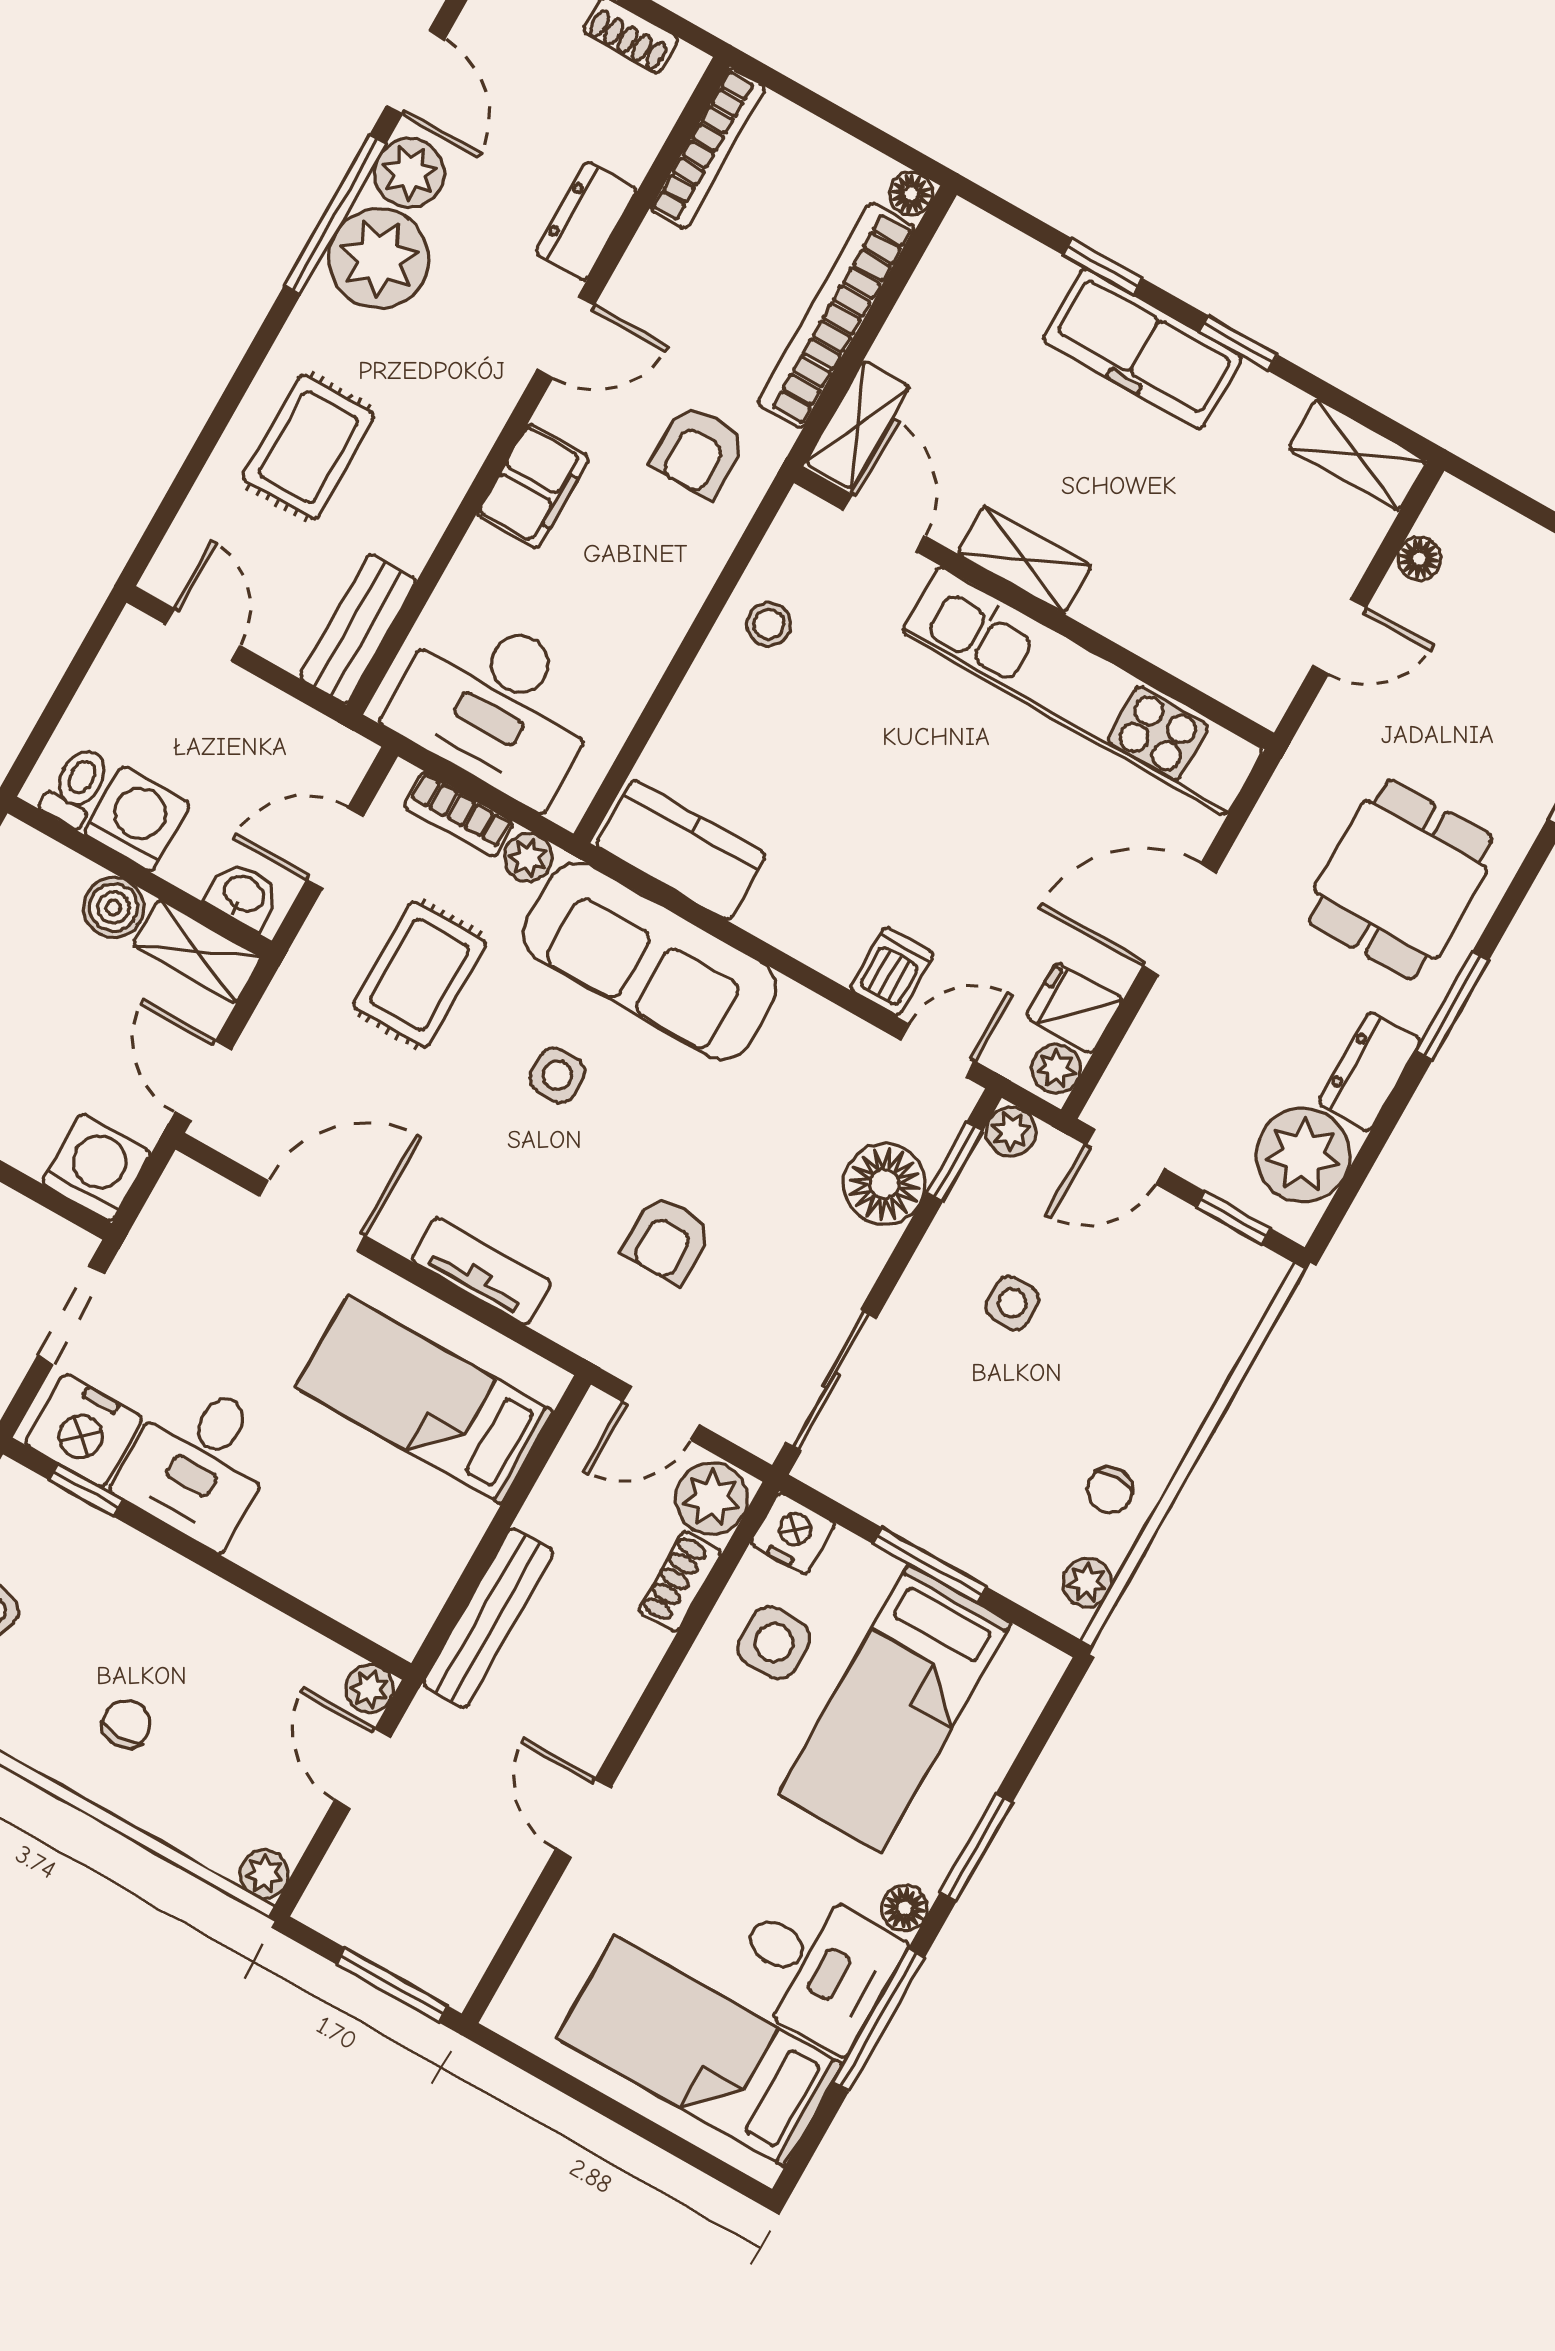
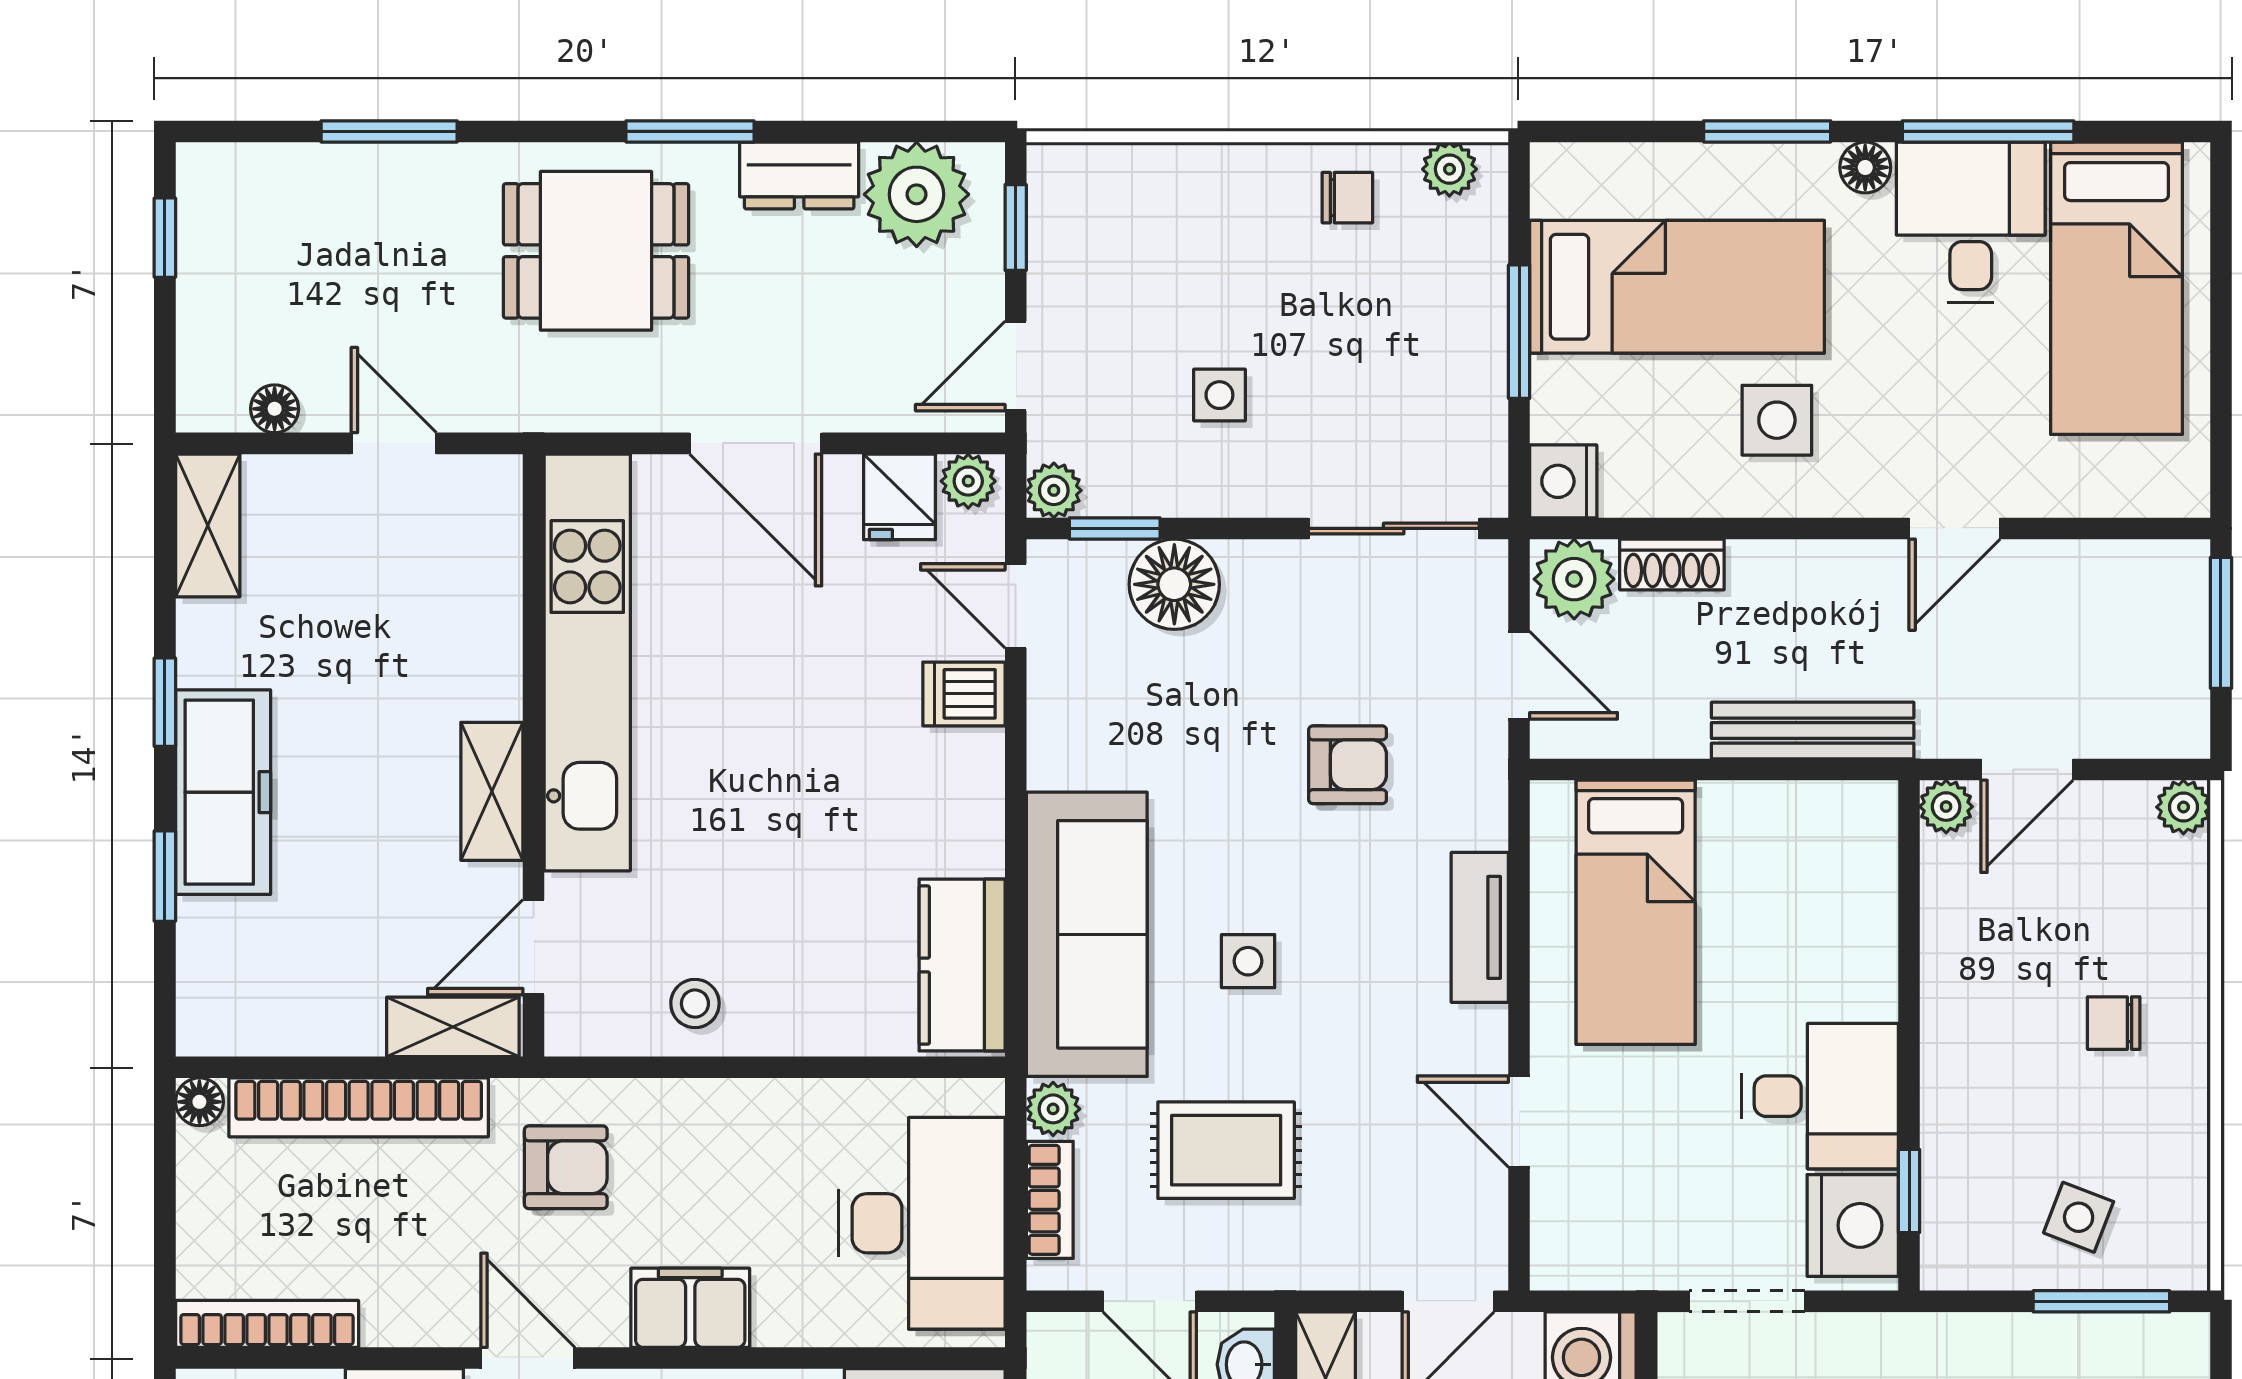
door: (1125, 1157) -> (1016, 366), swing flipped
door: (312, 1216) -> (1519, 1121), width x0.73
side table: (774, 1643) -> (1777, 420), moved

